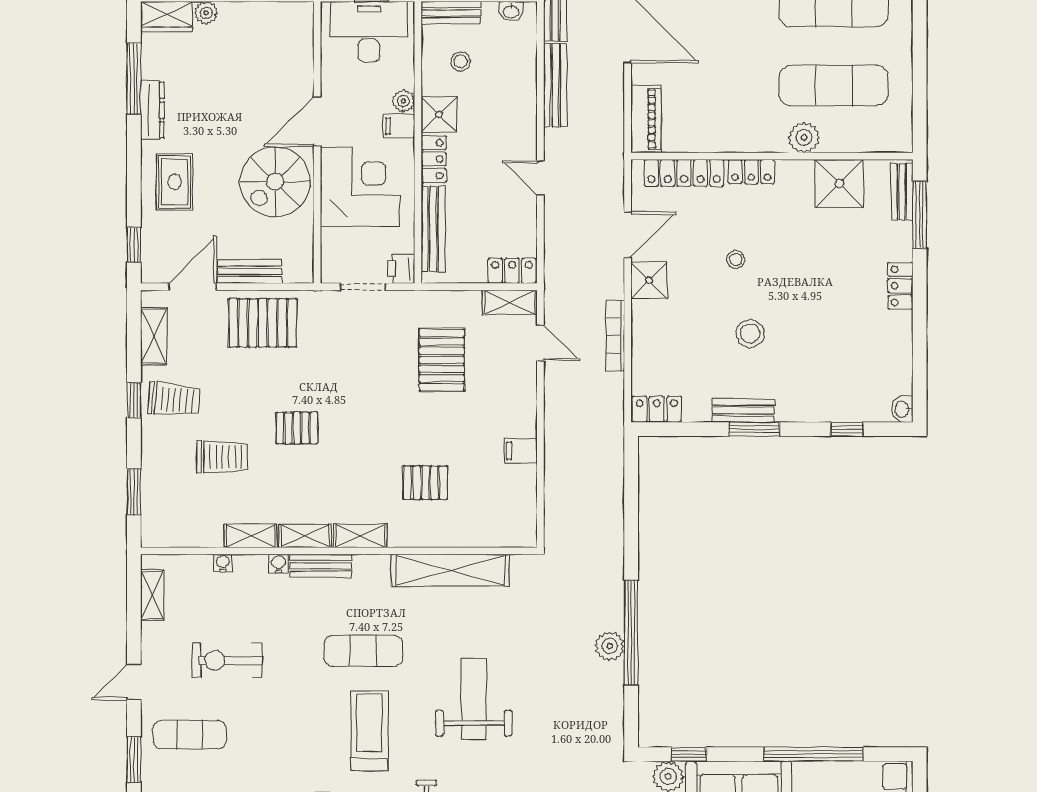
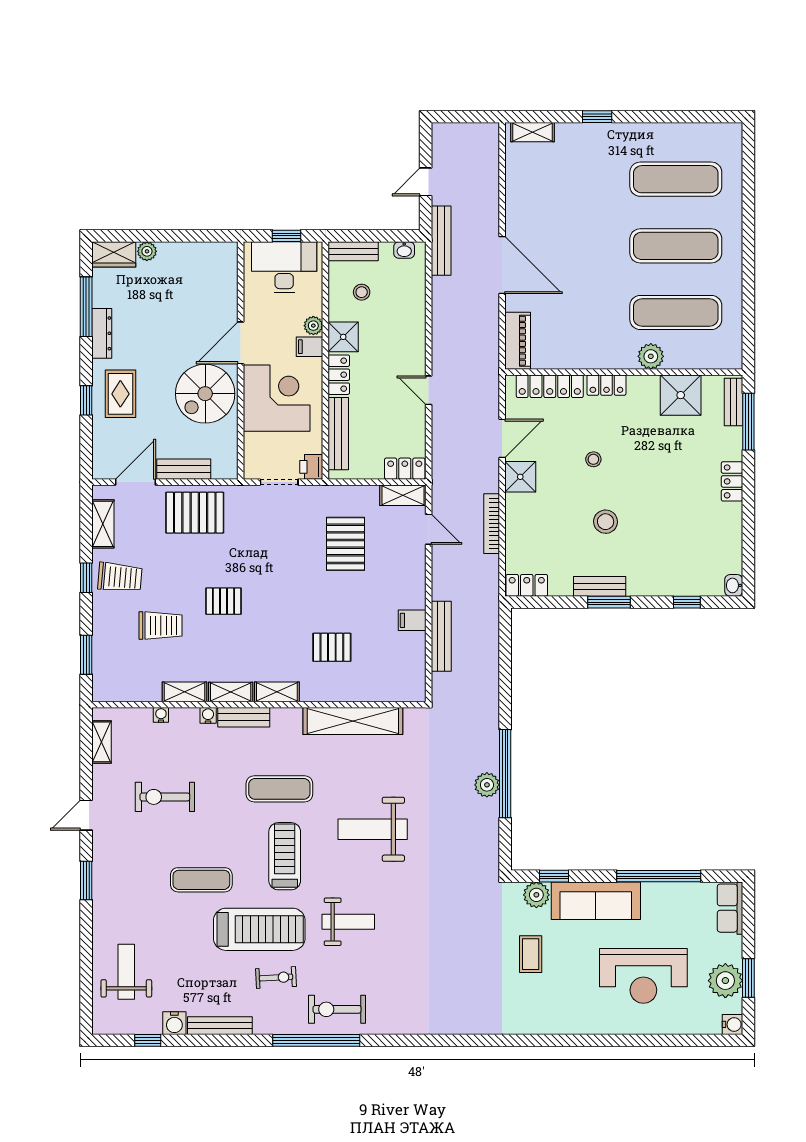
bench: (555, 85) -> (441, 636), moved
window: (134, 245) -> (86, 400), moved
weight bench: (474, 699) -> (373, 829), turned -90
exercise mat: (190, 735) -> (201, 880), moved

